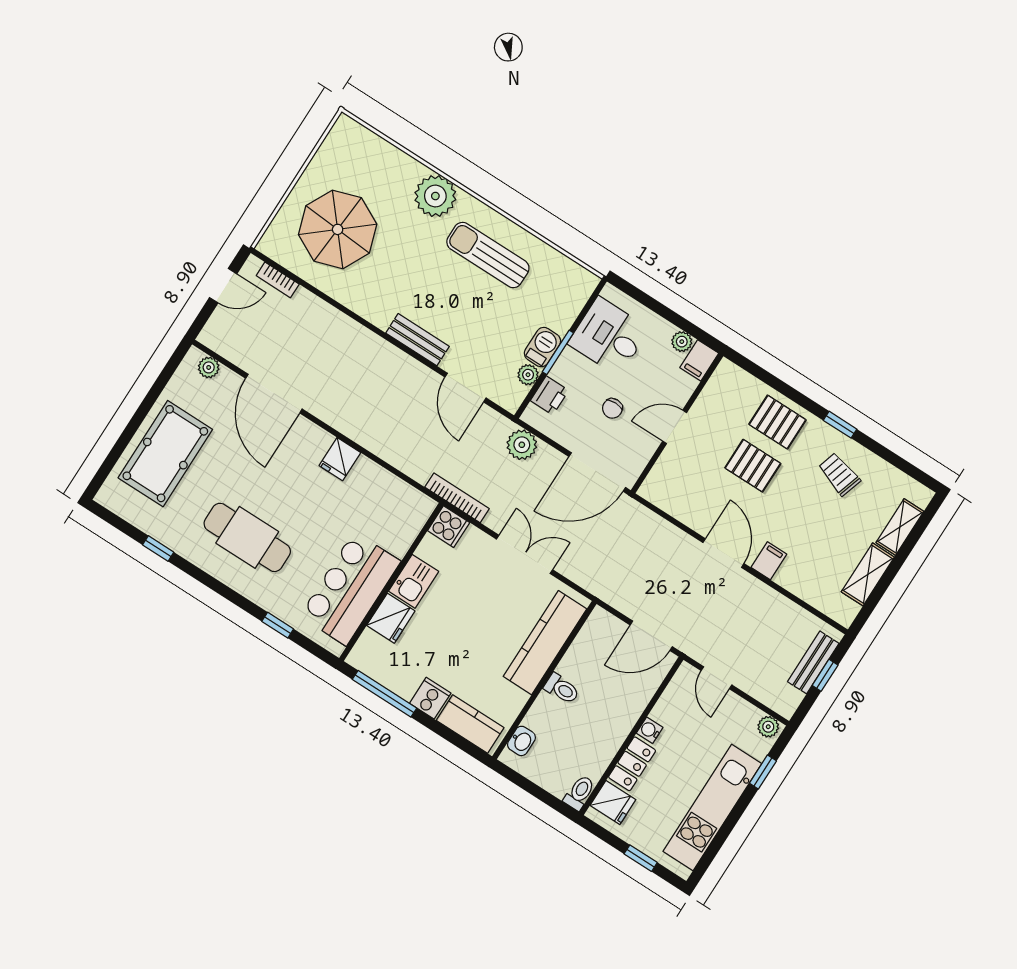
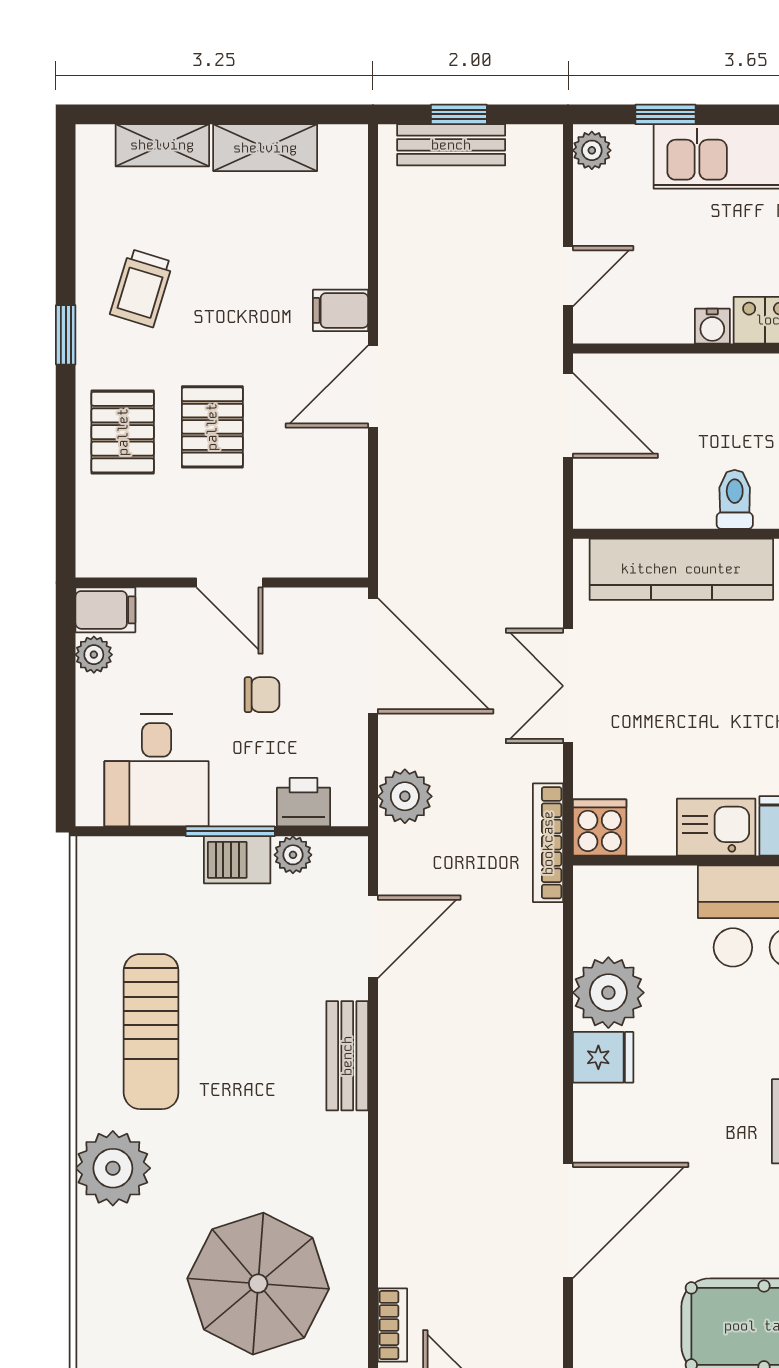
plant: (209, 367) -> (608, 993), moved, width x1.88, depth x1.88

